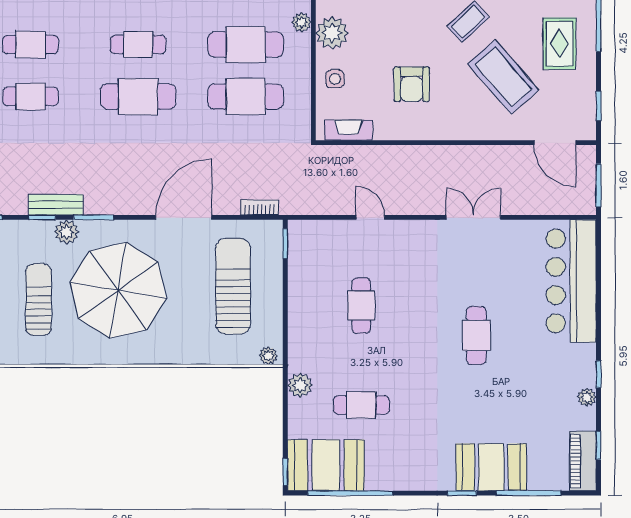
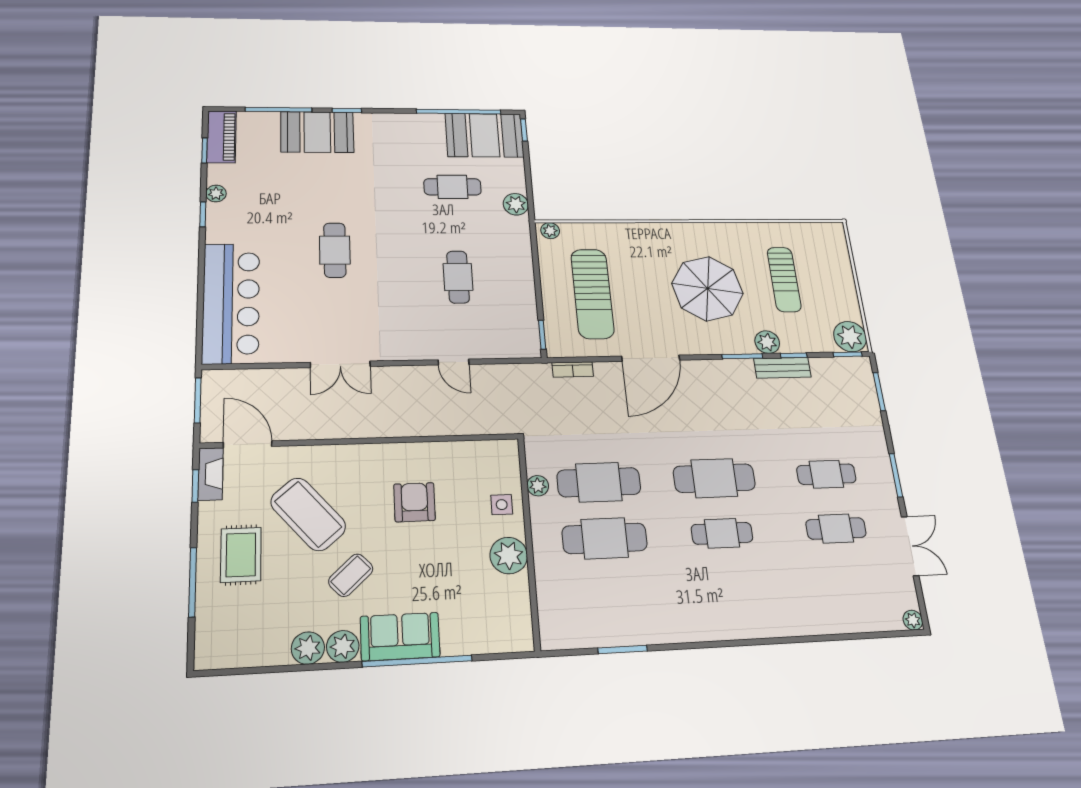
plant: (301, 22) -> (538, 486), moved
fireplace: (348, 130) -> (211, 474), moved, turned -90
parasol: (118, 290) -> (708, 289), width x0.73, depth x0.73

